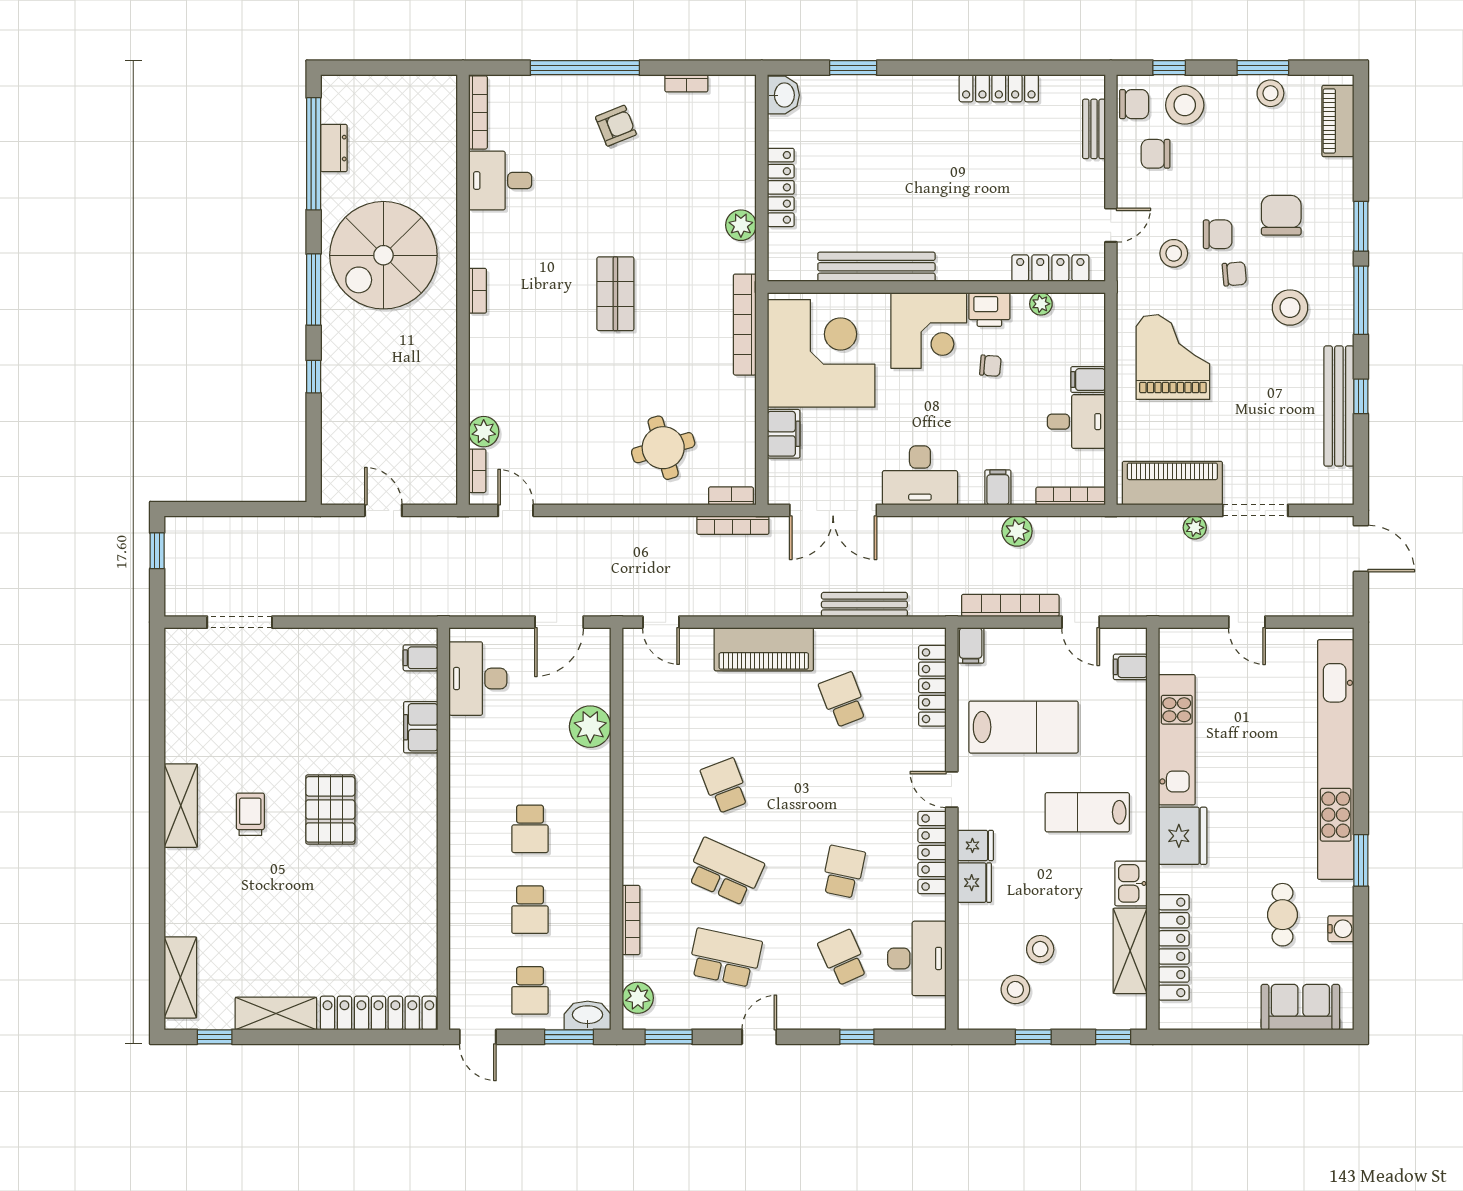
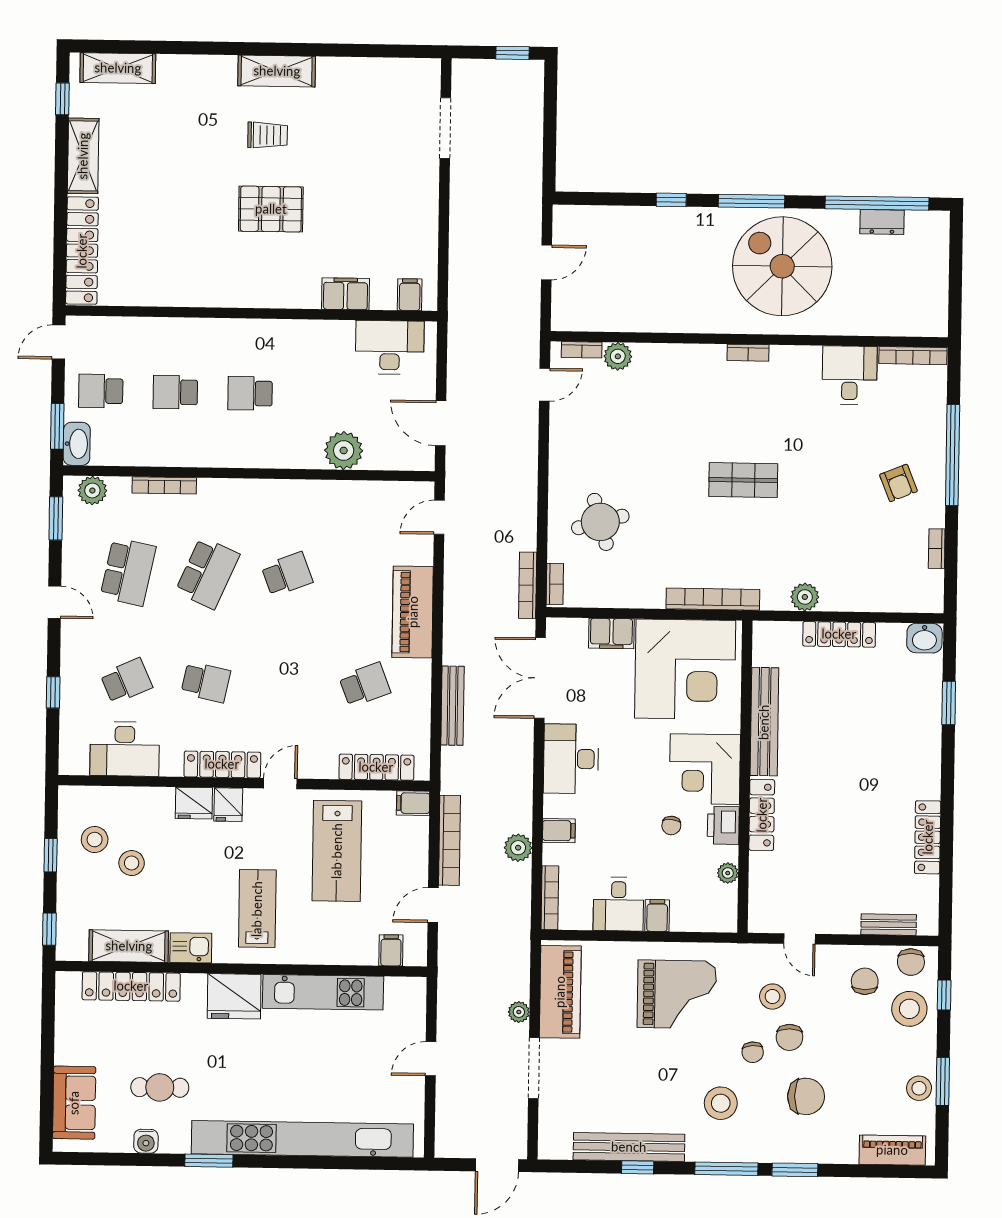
locker: (1050, 268) -> (762, 815), moved

